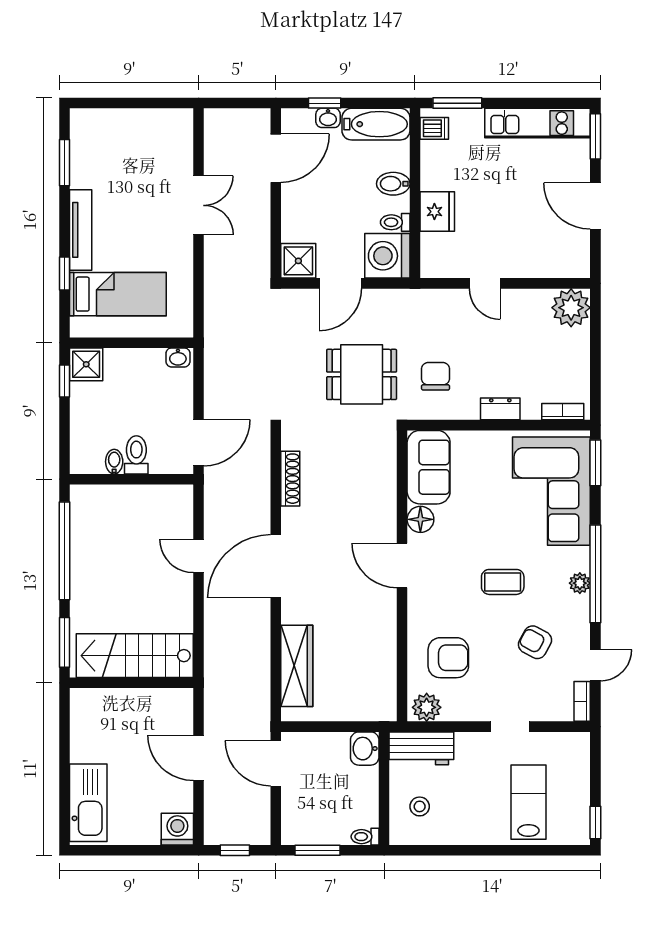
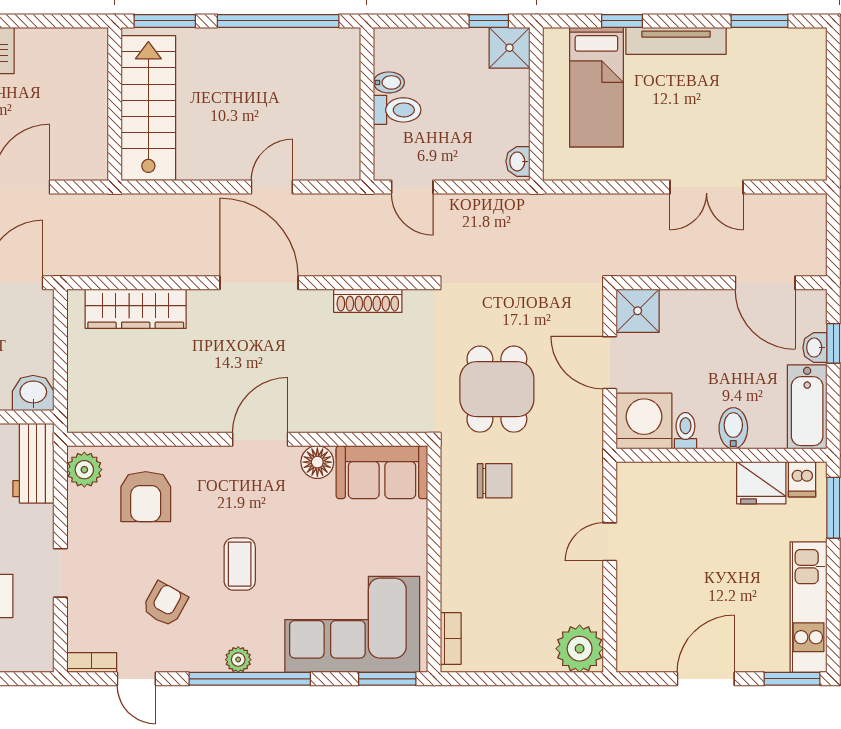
fridge: (437, 212) -> (761, 483), moved
dresser: (500, 409) -> (454, 561), removed
door: (199, 443) -> (412, 187), width x0.73

